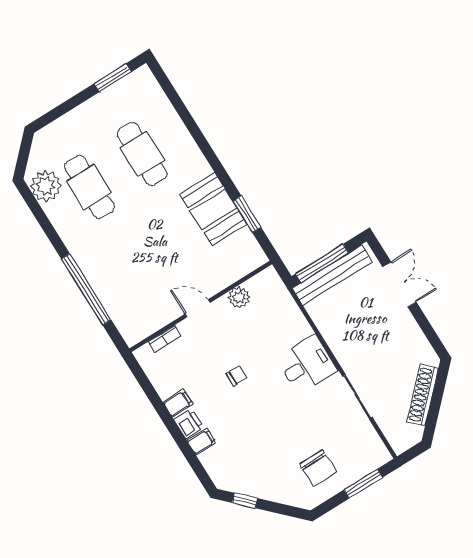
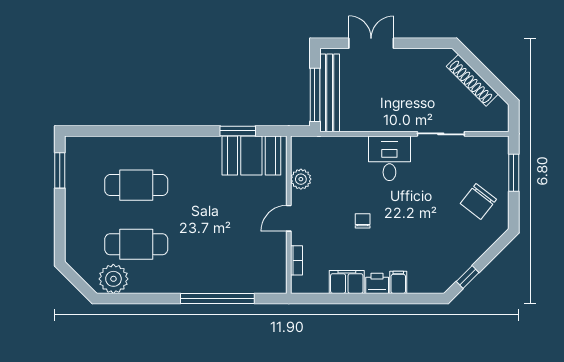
booth: (213, 209) -> (251, 155), moved
filing cabinet: (178, 403) -> (347, 282), width x2.00
chair: (318, 468) -> (478, 201), turned 128

